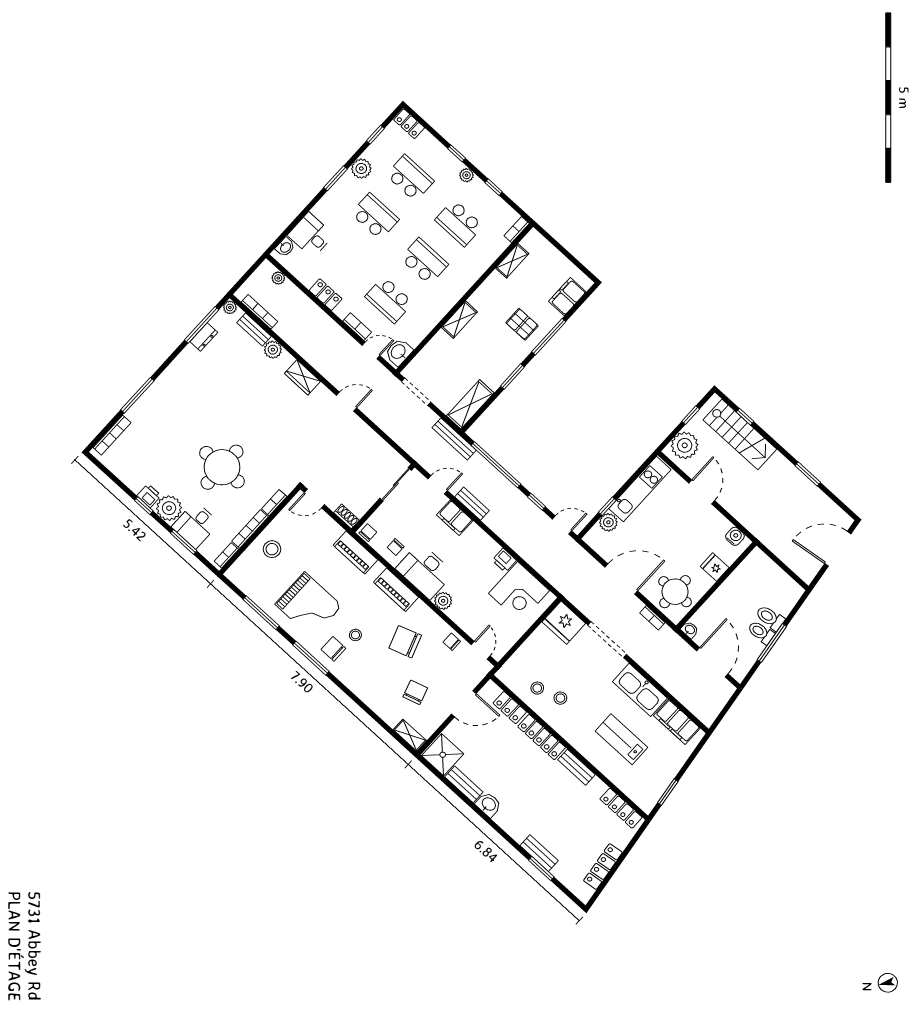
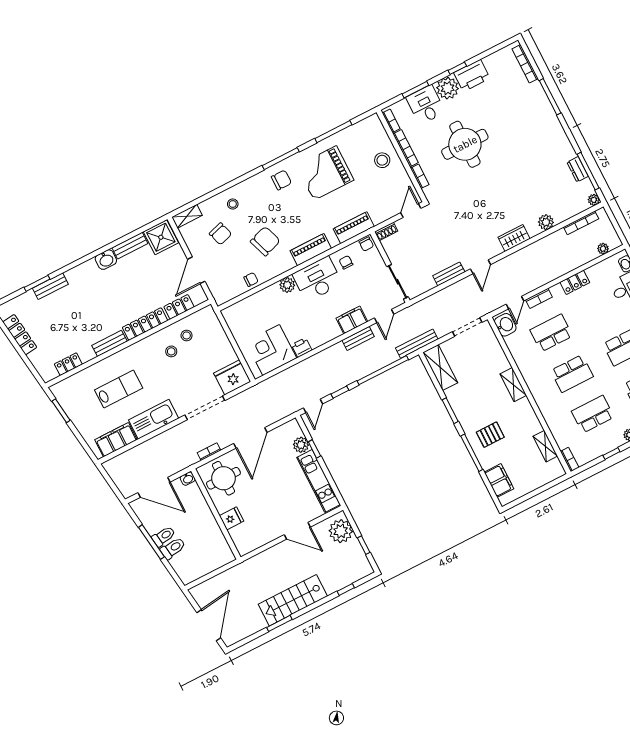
bench: (254, 330) -> (449, 274), moved
stairs: (740, 434) -> (293, 600), moved
printer: (149, 496) -> (472, 76), width x1.87, depth x1.48
water cooler: (735, 536) -> (251, 544), removed
stool: (355, 635) -> (233, 204), moved
door: (481, 650) -> (235, 301), removed
locker: (621, 808) -> (68, 364), width x0.66

